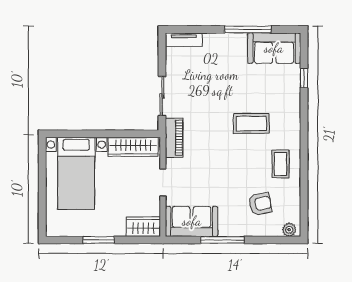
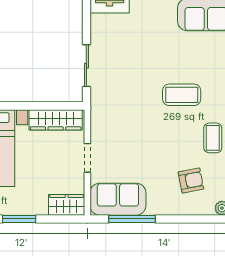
piano: (174, 138) -> (99, 110), removed
window: (222, 240) -> (132, 219), moved

